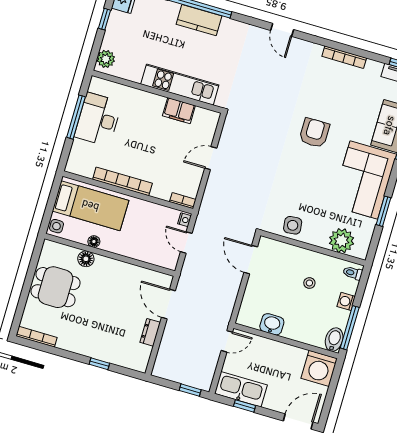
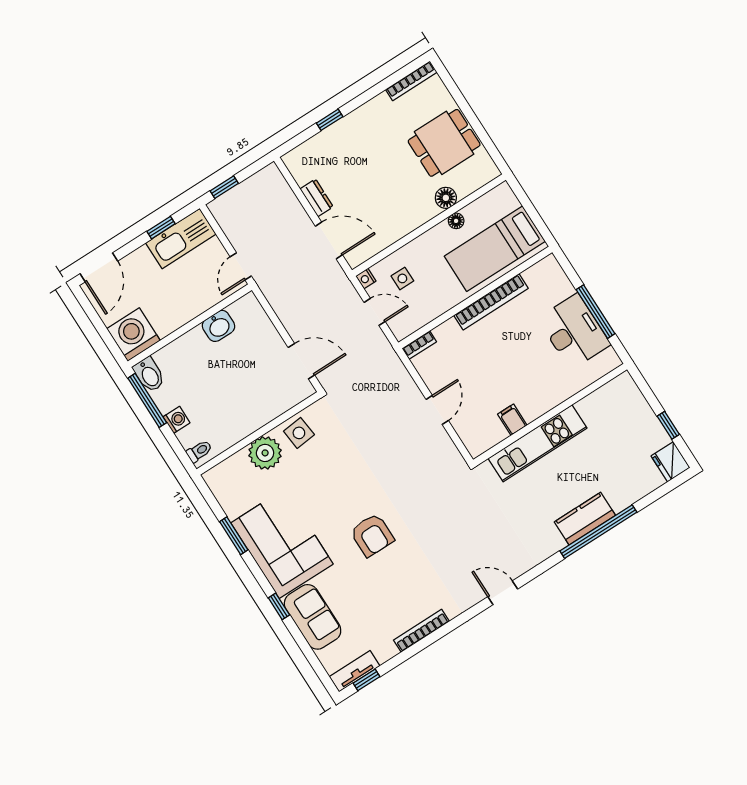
plant: (106, 59) -> (628, 392), removed
filing cabinet: (179, 111) -> (512, 420), width x0.50
nightstand: (184, 220) -> (366, 279), moved
side table: (56, 226) -> (402, 278), moved
plant: (342, 241) -> (265, 453), moved
stool: (309, 283) -> (227, 399), removed

